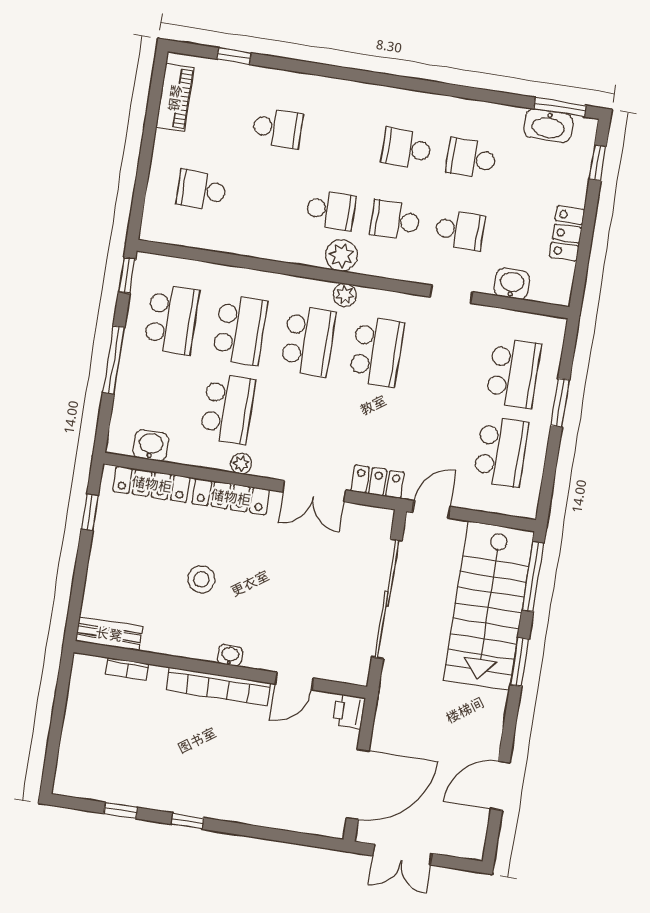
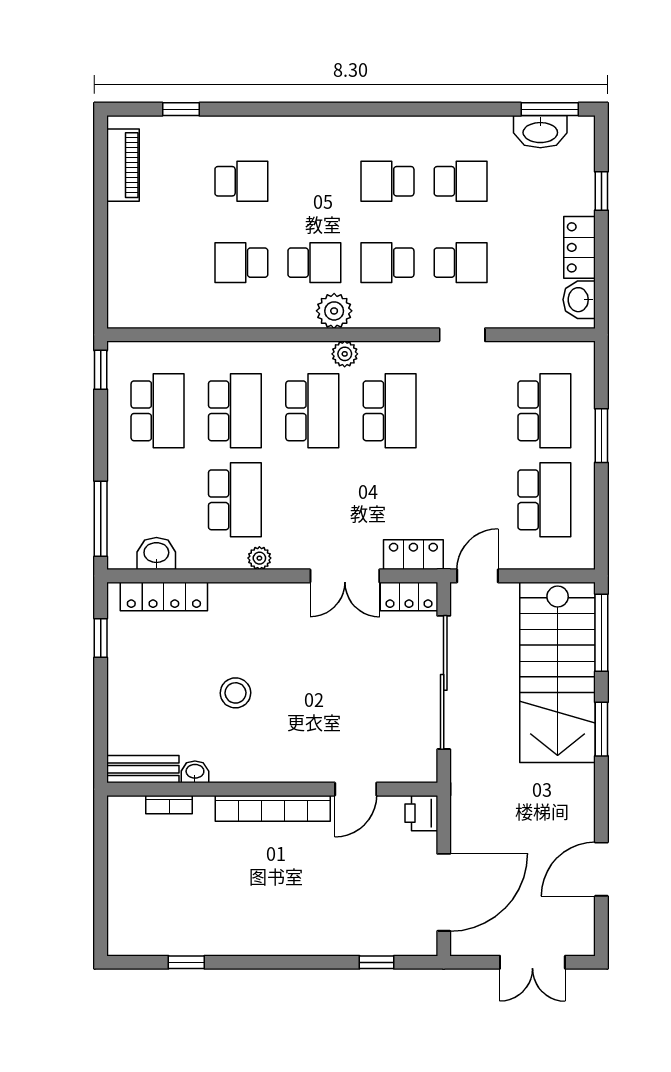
school desk: (471, 158) -> (461, 181), turned 180
window: (598, 163) -> (601, 191), moved
school desk: (202, 190) -> (241, 263), moved
washbasin: (512, 284) -> (579, 300), moved, turned -90
window: (114, 360) -> (101, 519), moved
locker: (231, 497) -> (409, 596), moved, width x0.66
washbasin: (230, 655) -> (195, 772), moved
window: (188, 821) -> (377, 962), moved
double door: (402, 855) -> (532, 962), moved

